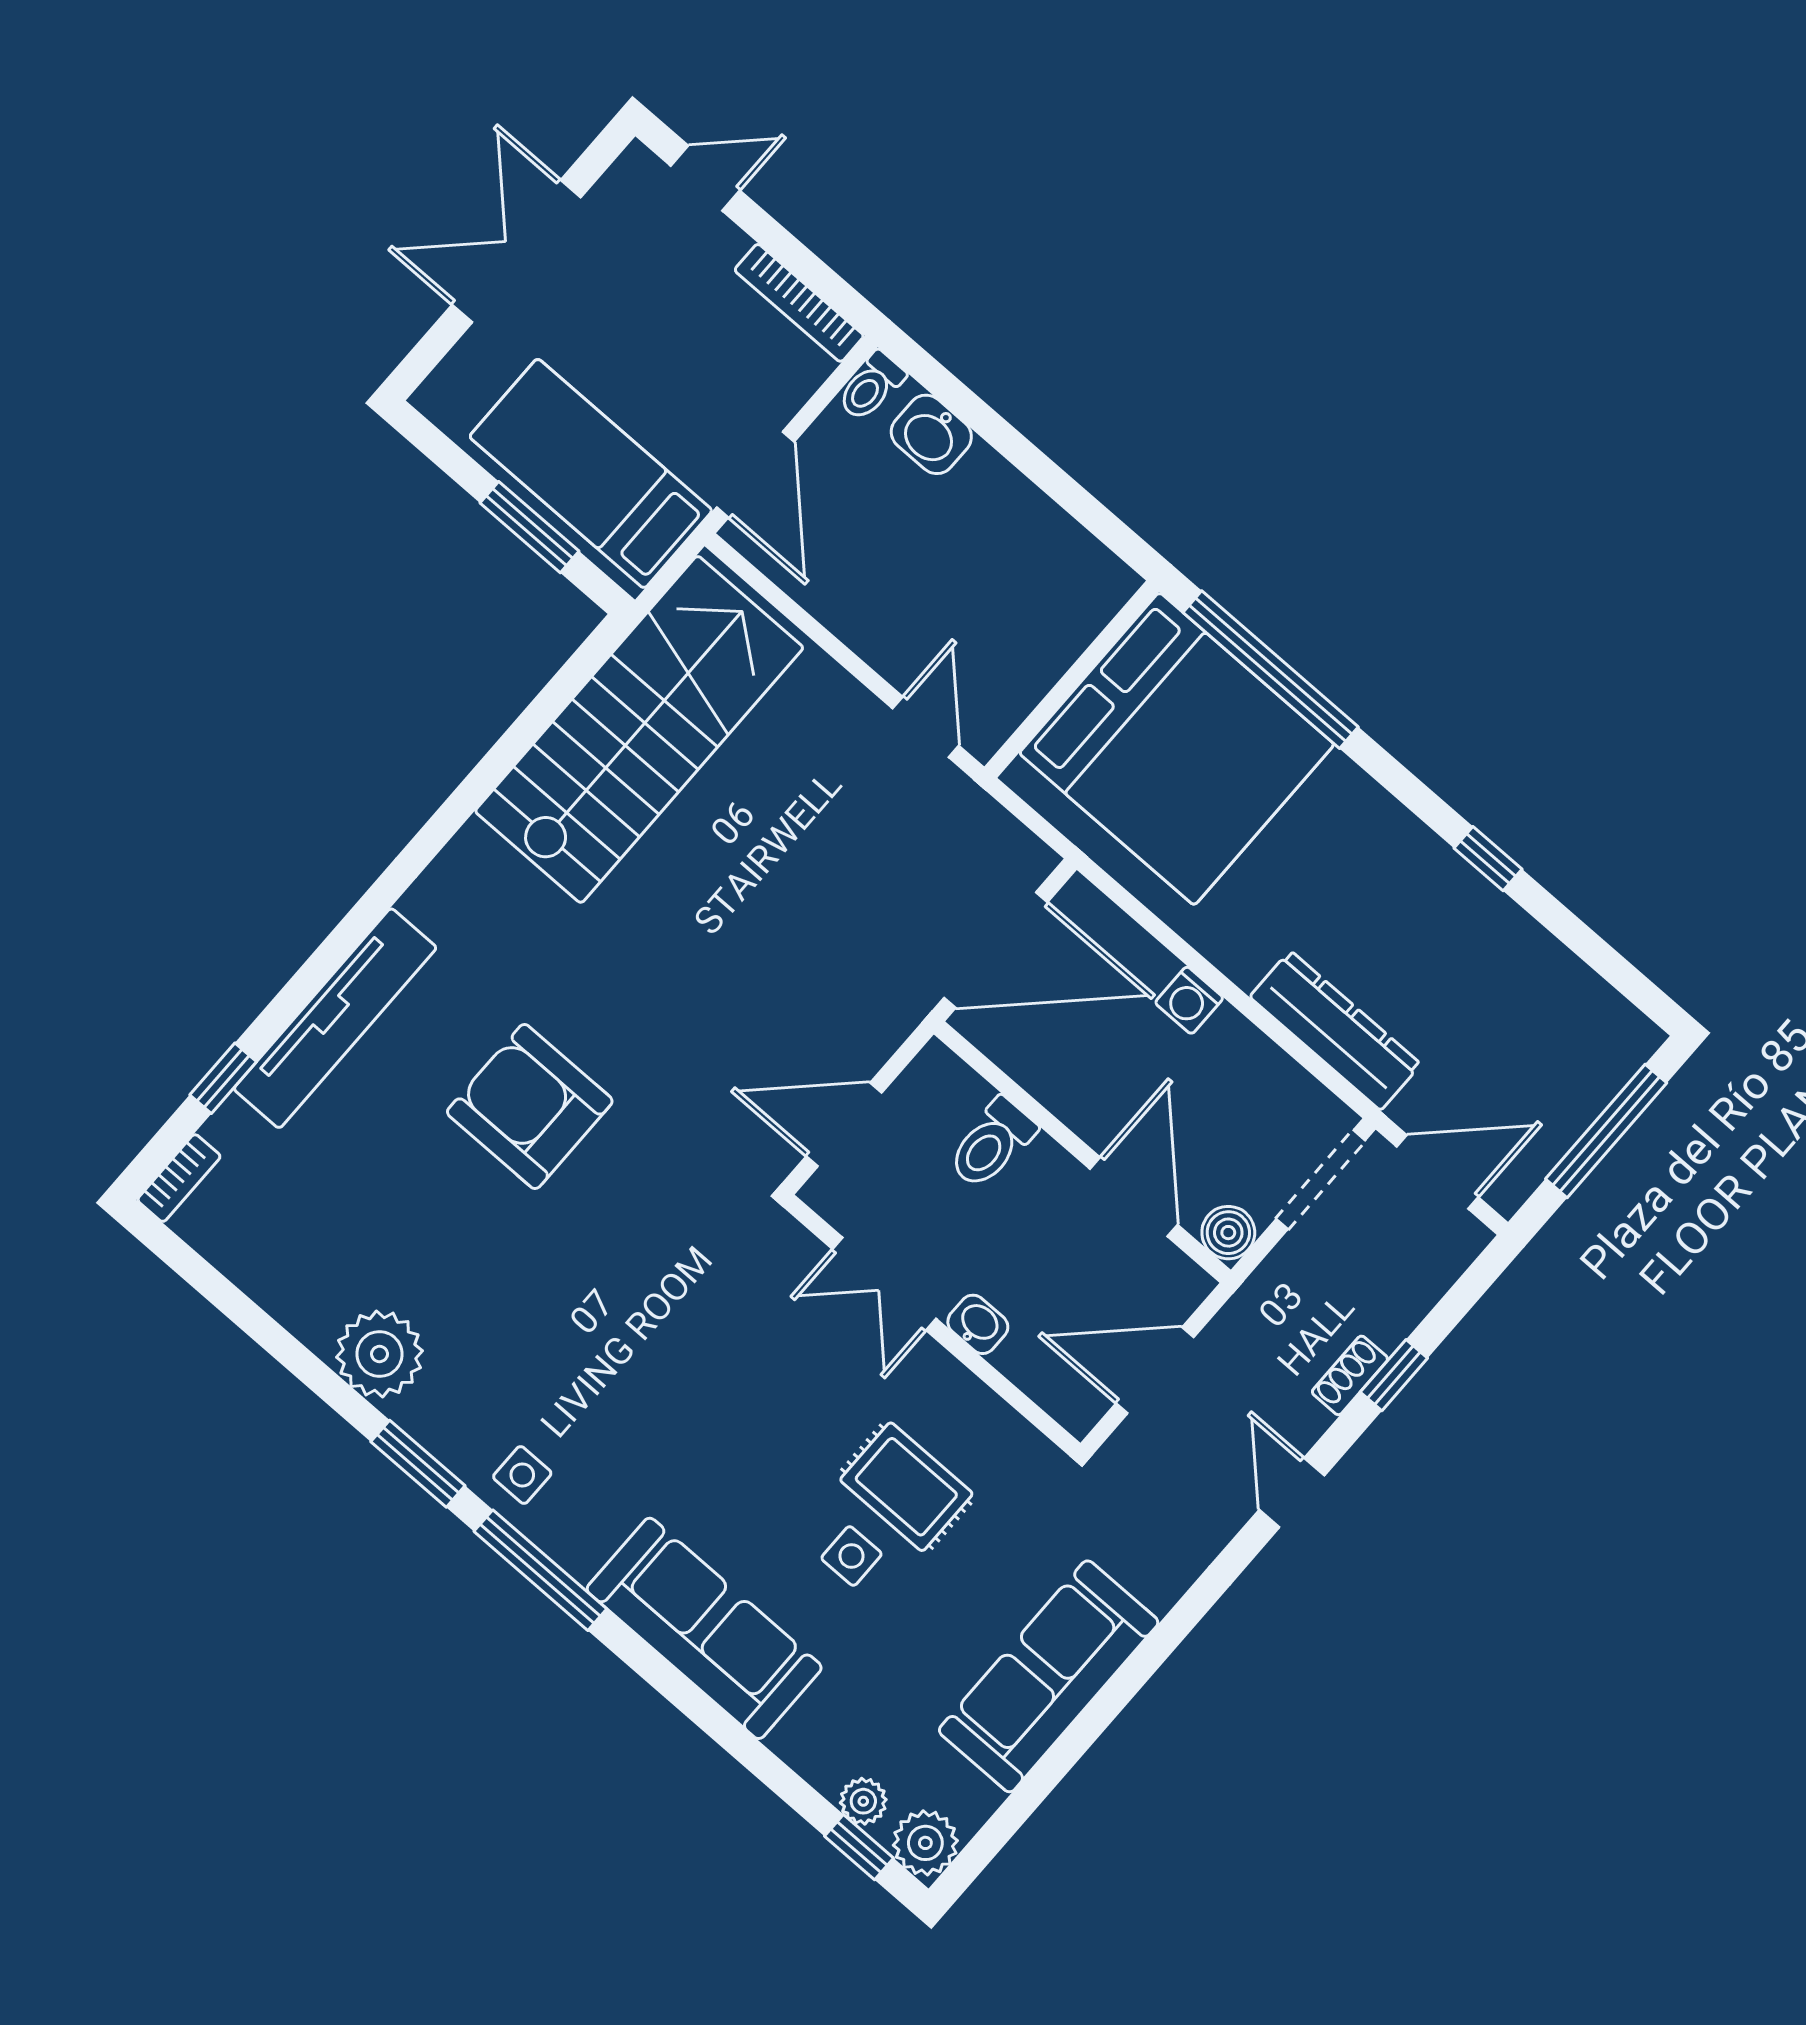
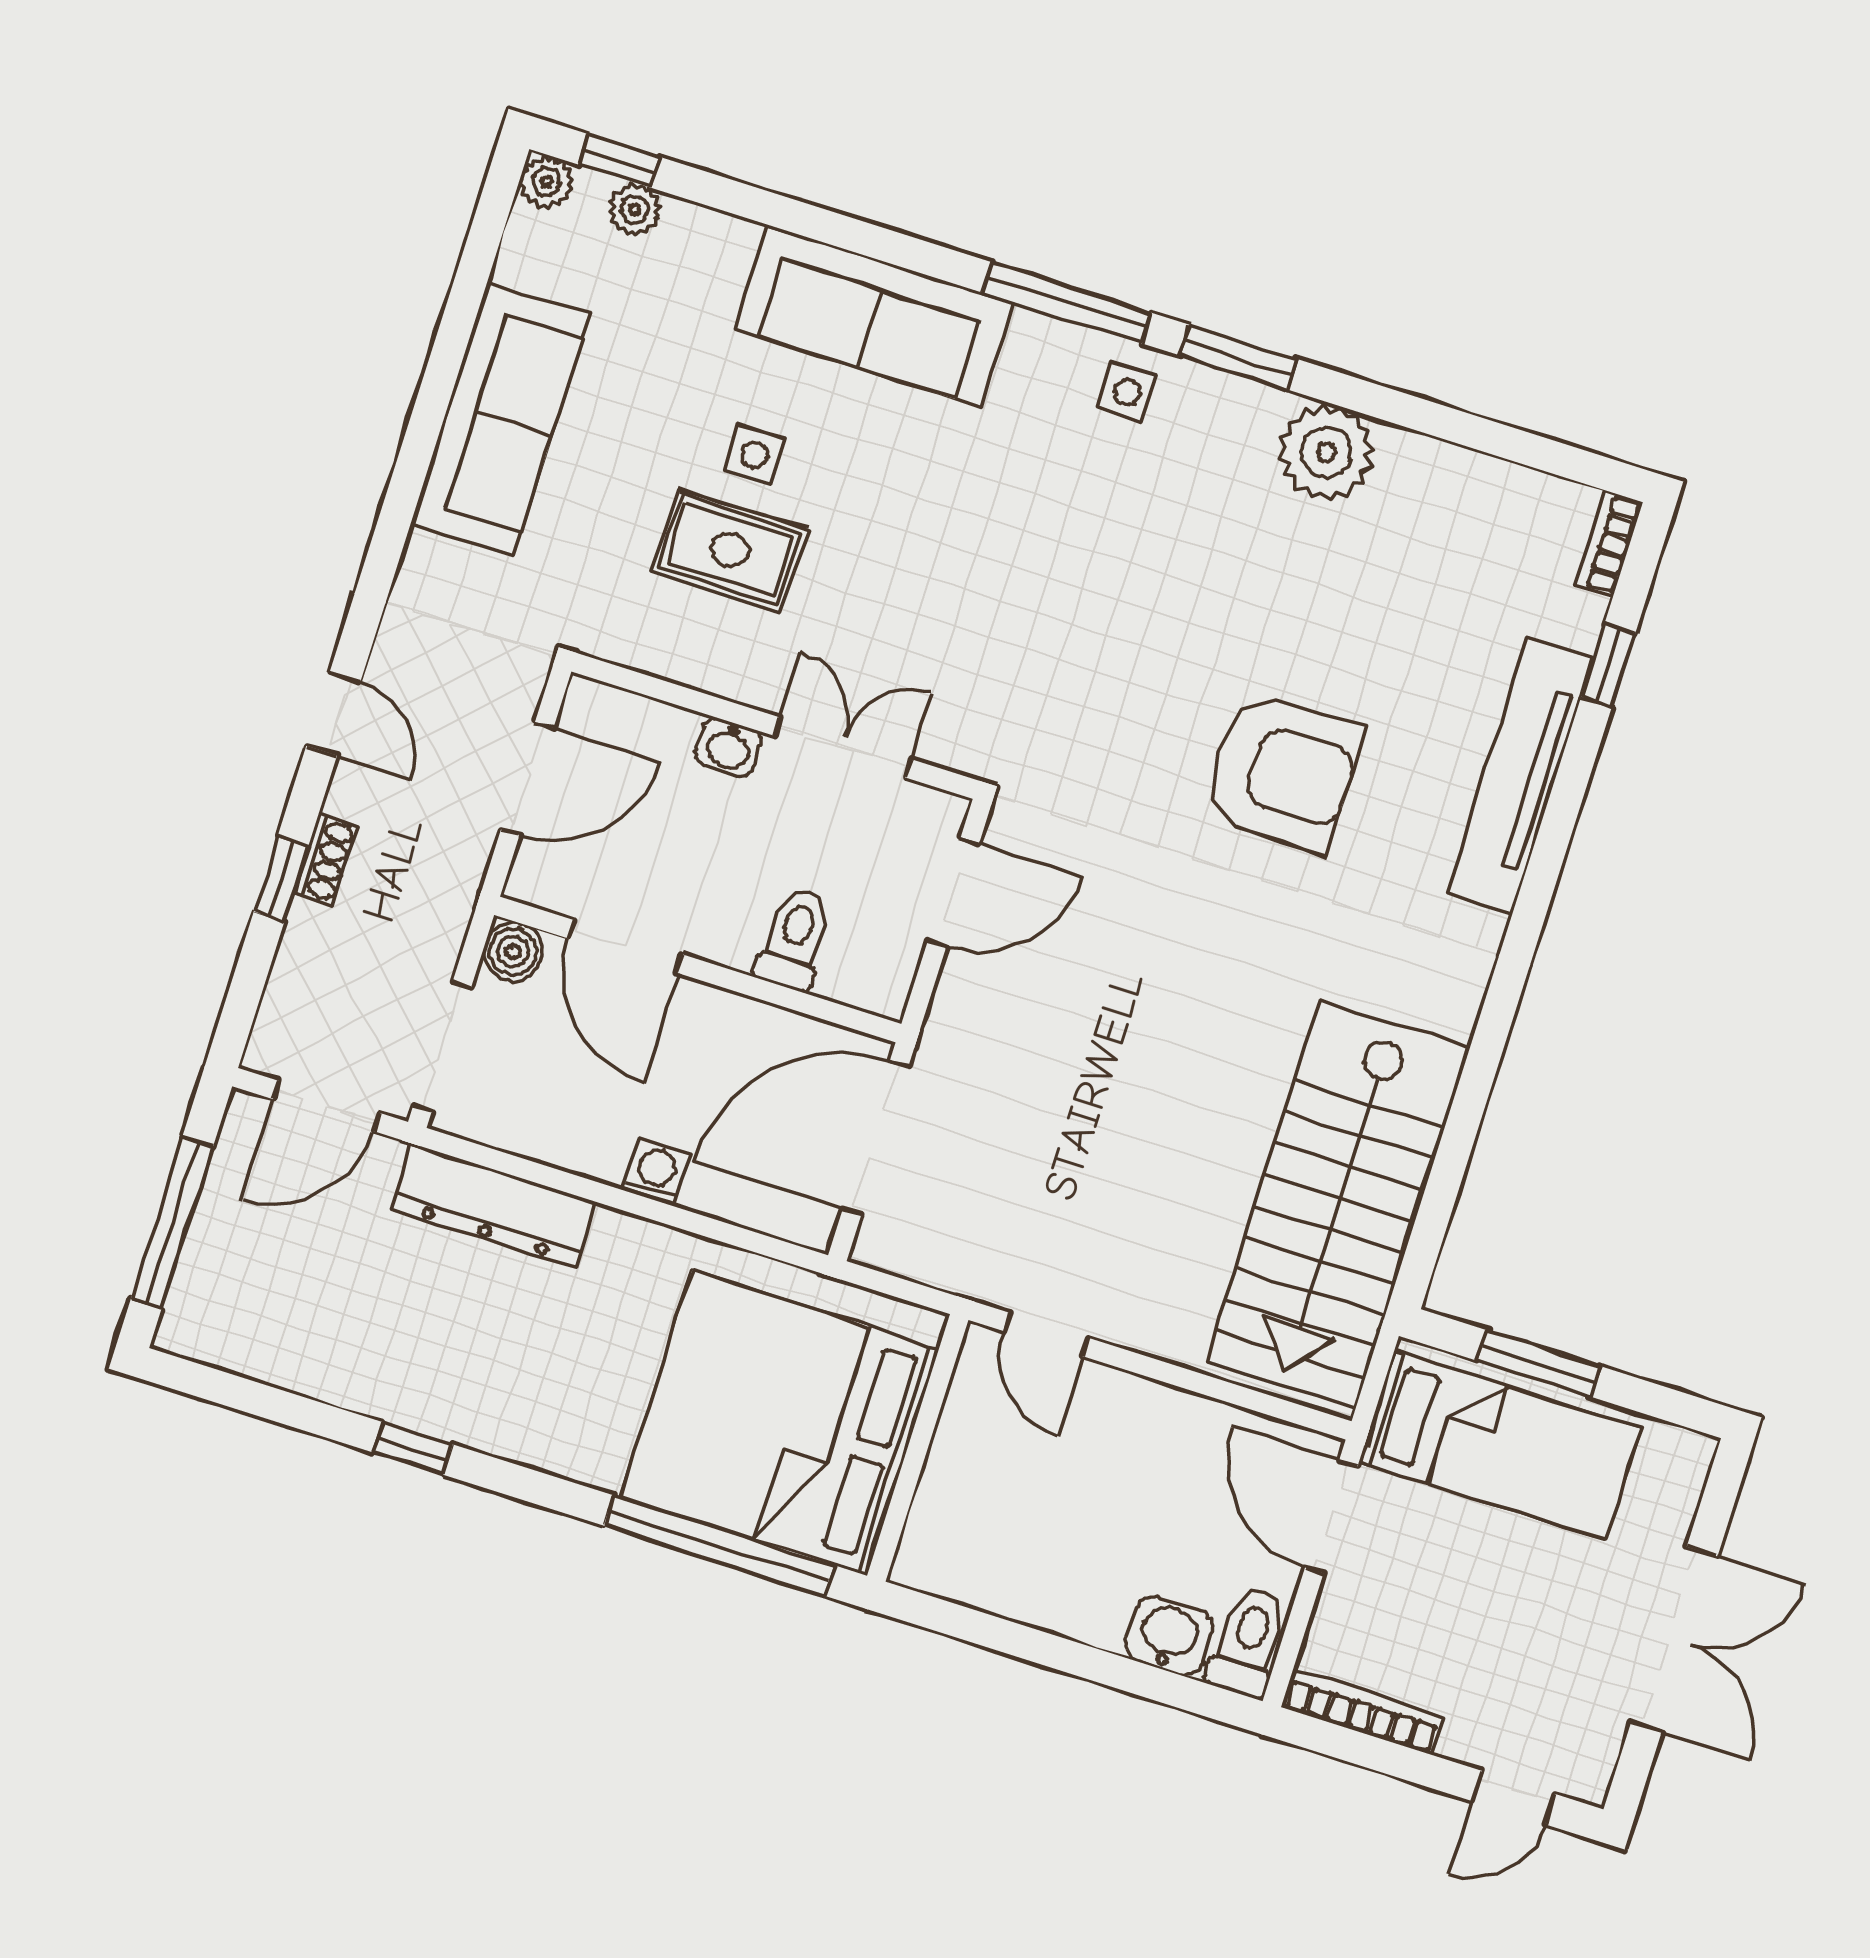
toilet: (871, 386) -> (1248, 1642), width x1.37, depth x1.39
plant: (925, 1843) -> (546, 182), width x0.73, depth x0.73

